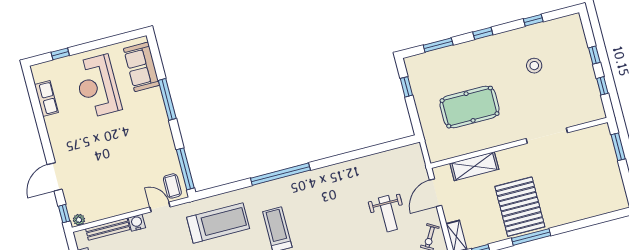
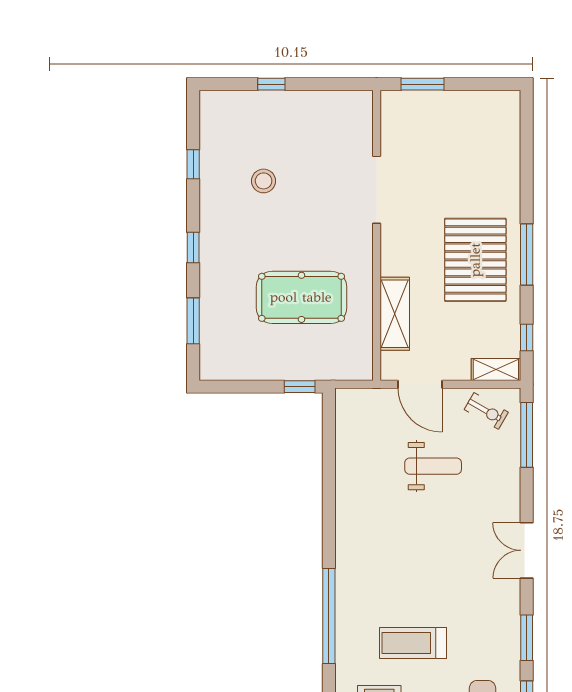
window: (602, 86) -> (322, 84), removed
window: (406, 87) -> (300, 387), moved
pool table: (470, 107) -> (301, 297), turned 90
pallet: (520, 207) -> (475, 260), turned 90

